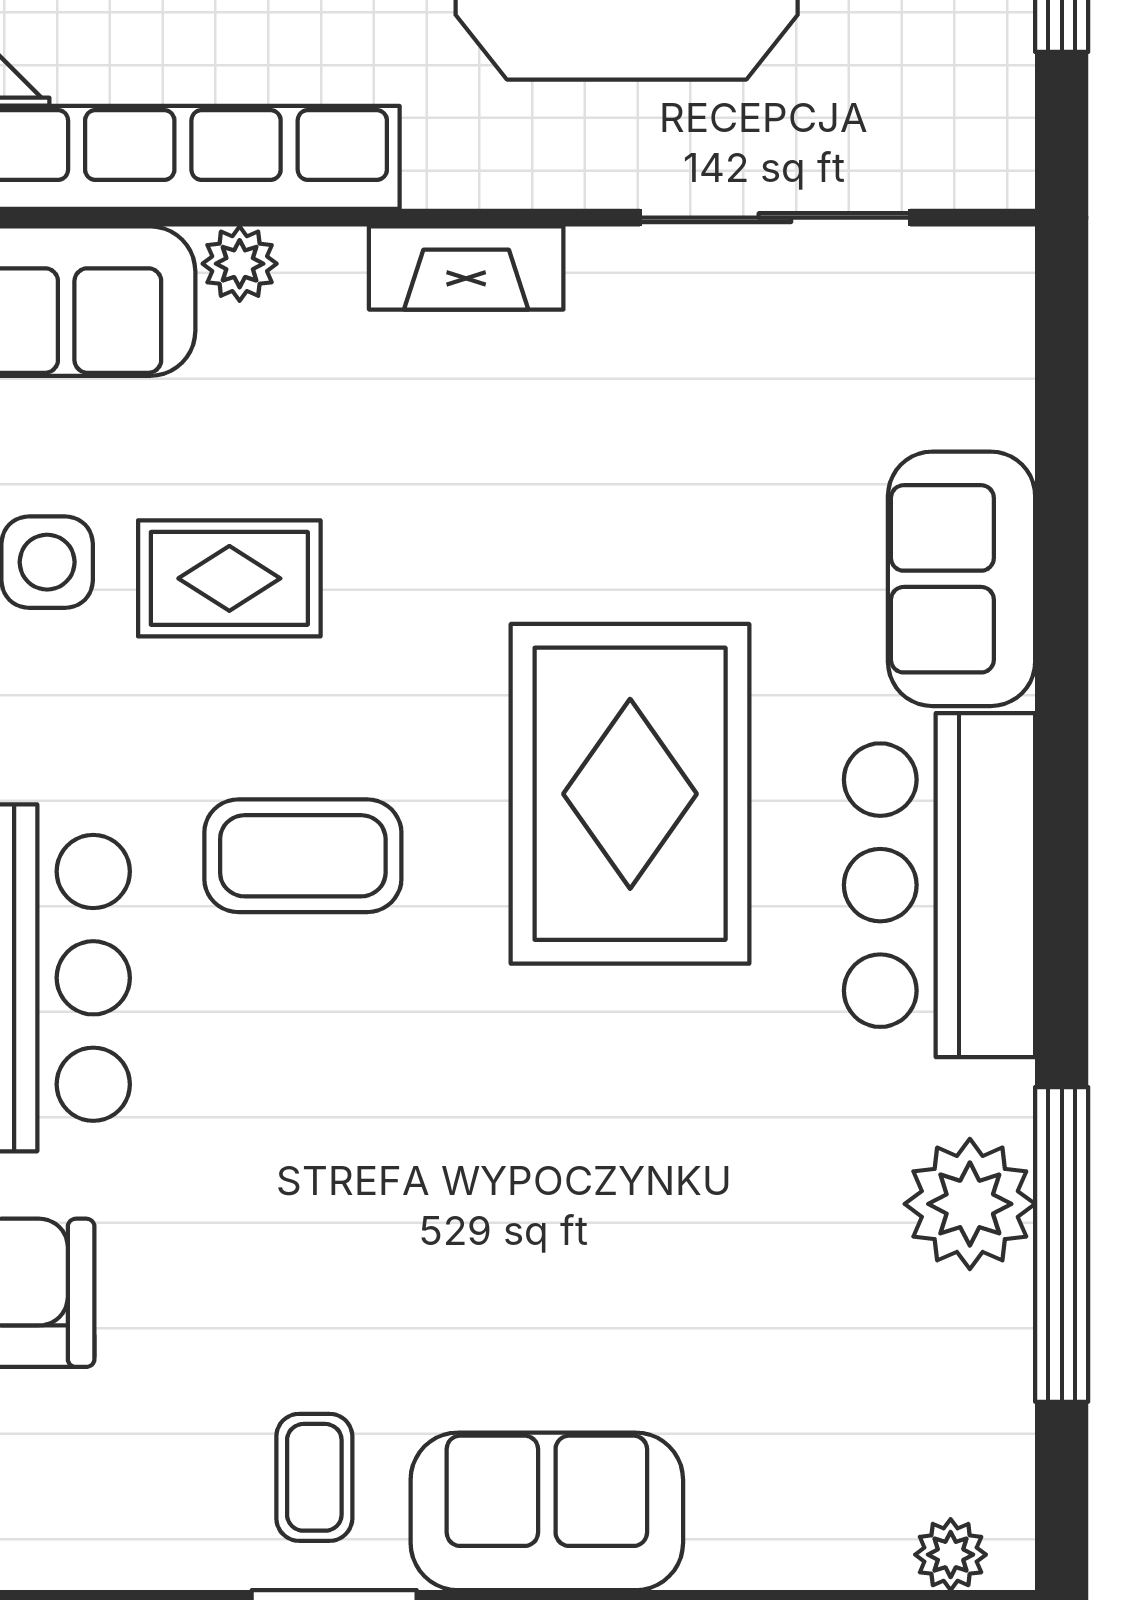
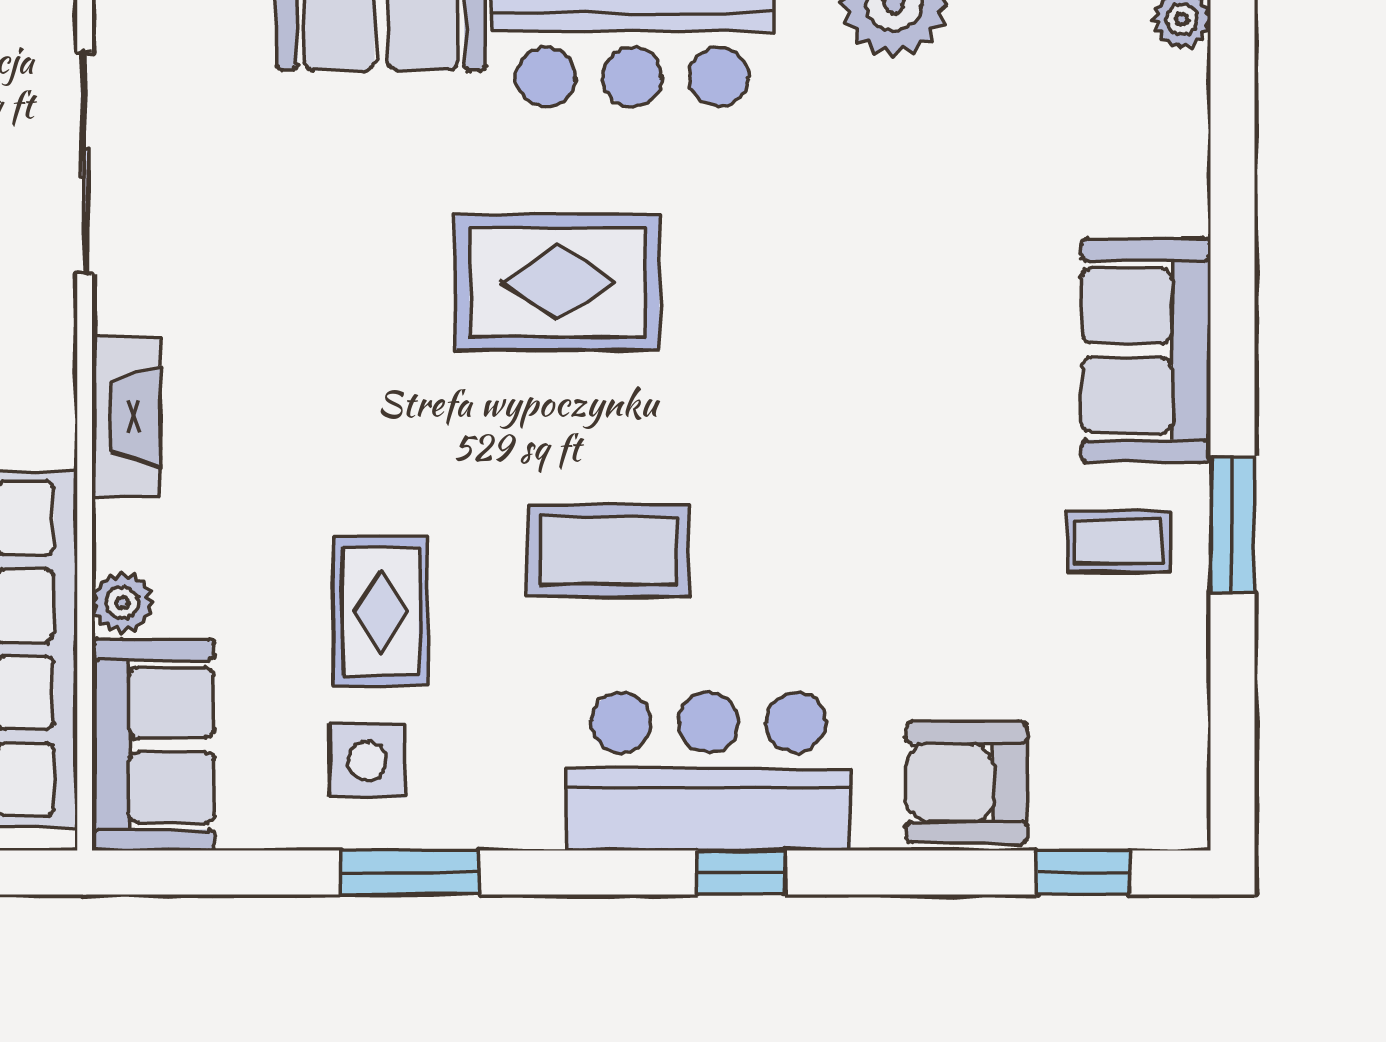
rug: (630, 794) -> (557, 282), width x0.73, depth x0.69
coffee table: (303, 856) -> (608, 551), turned 90

